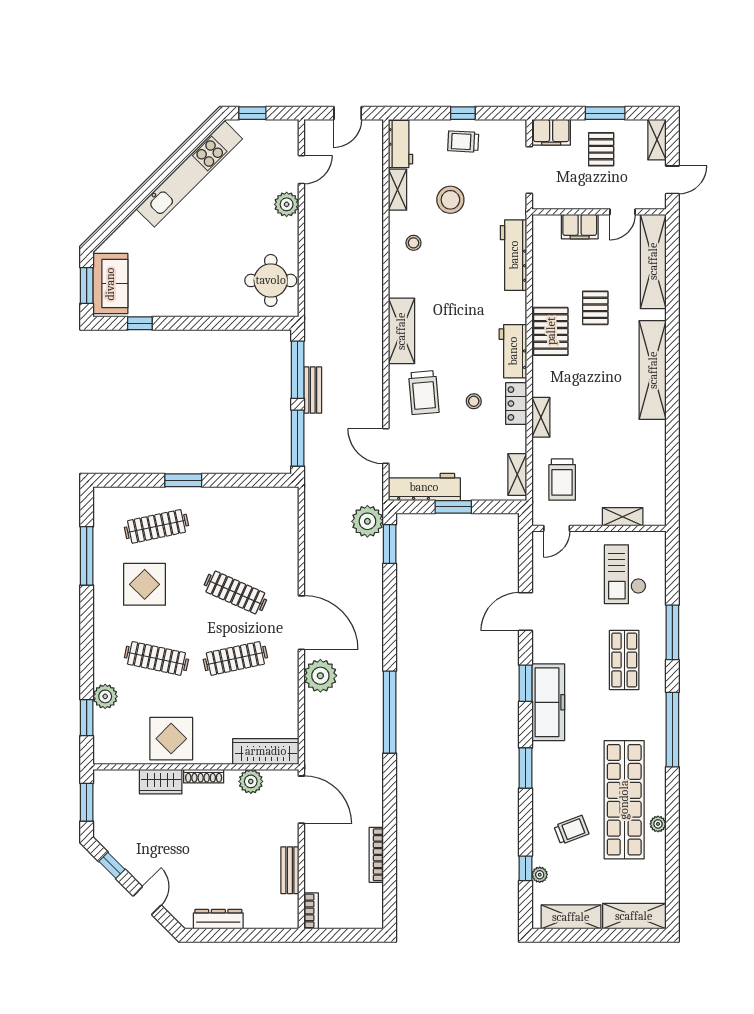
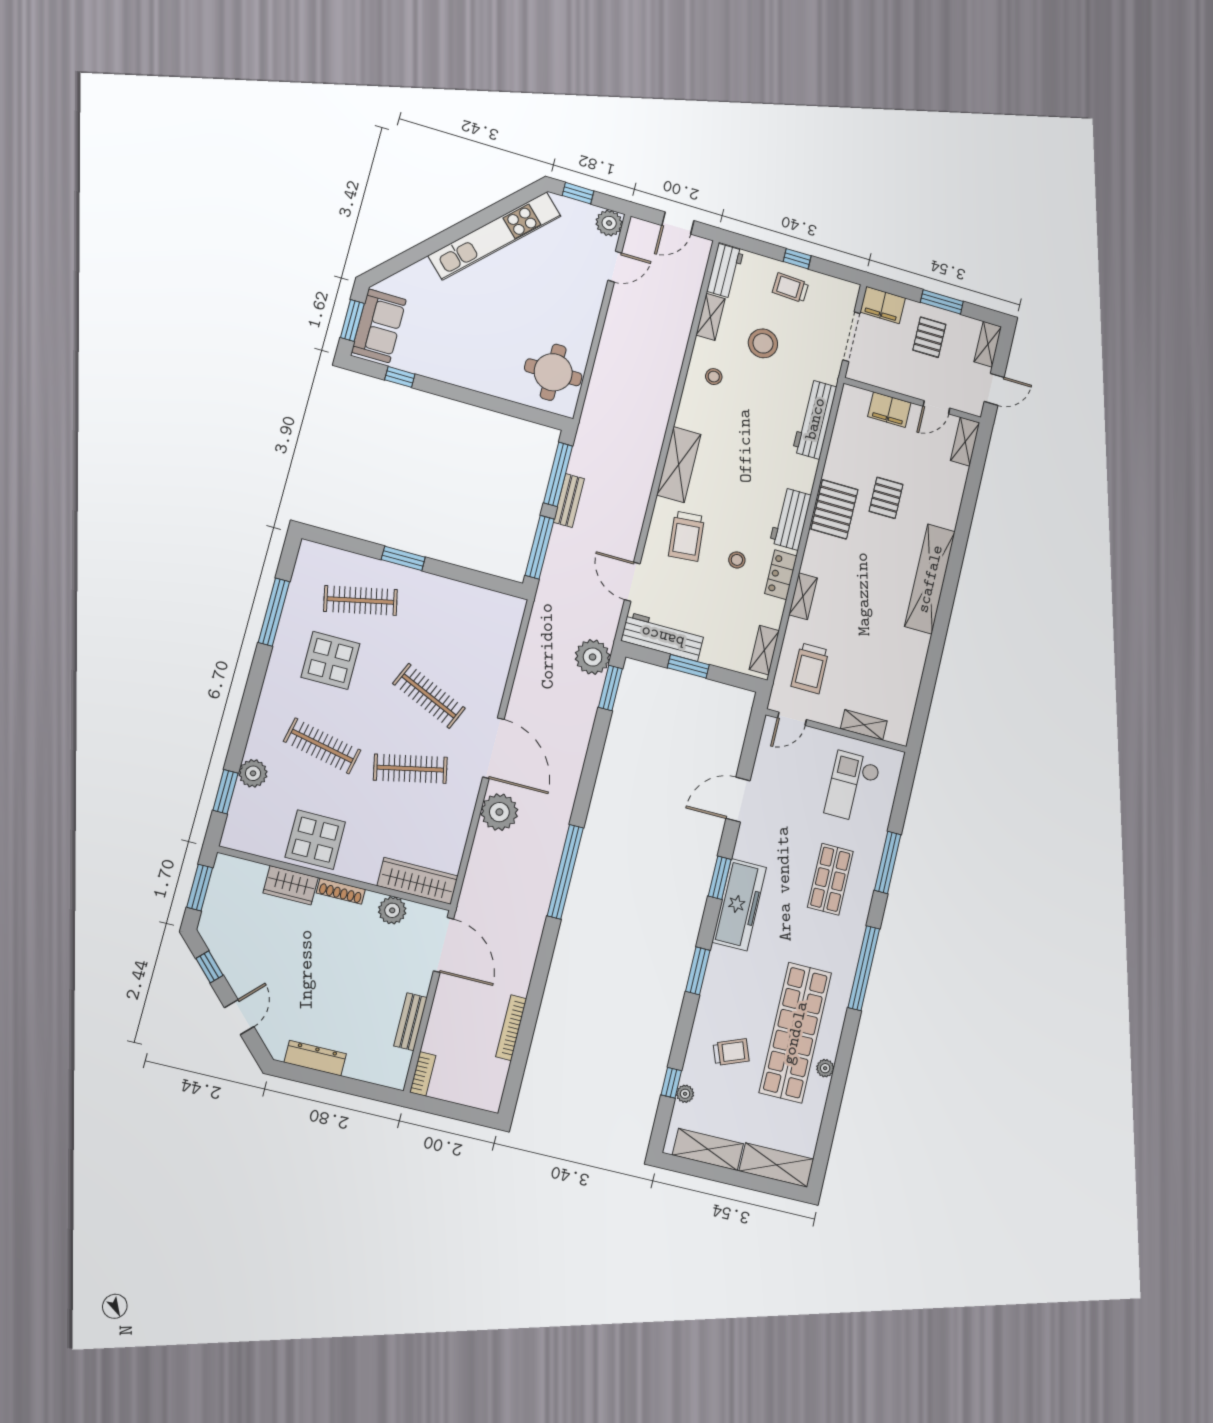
plant: (287, 204) -> (609, 223), moved
shelving: (653, 261) -> (965, 442), width x0.45, depth x0.75

